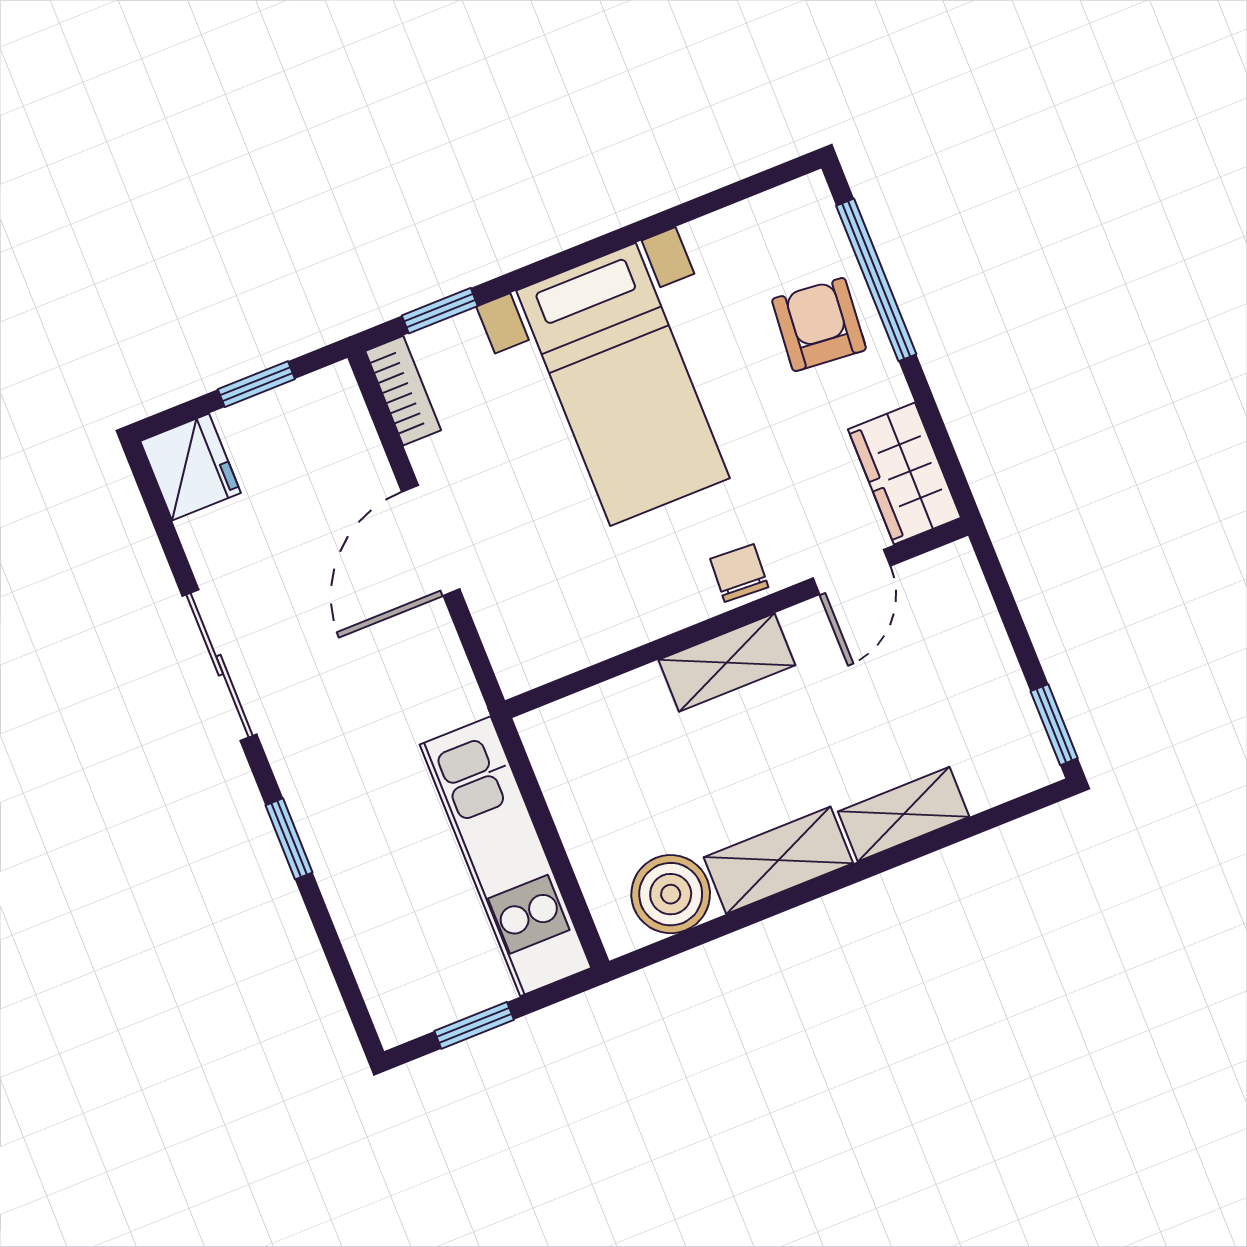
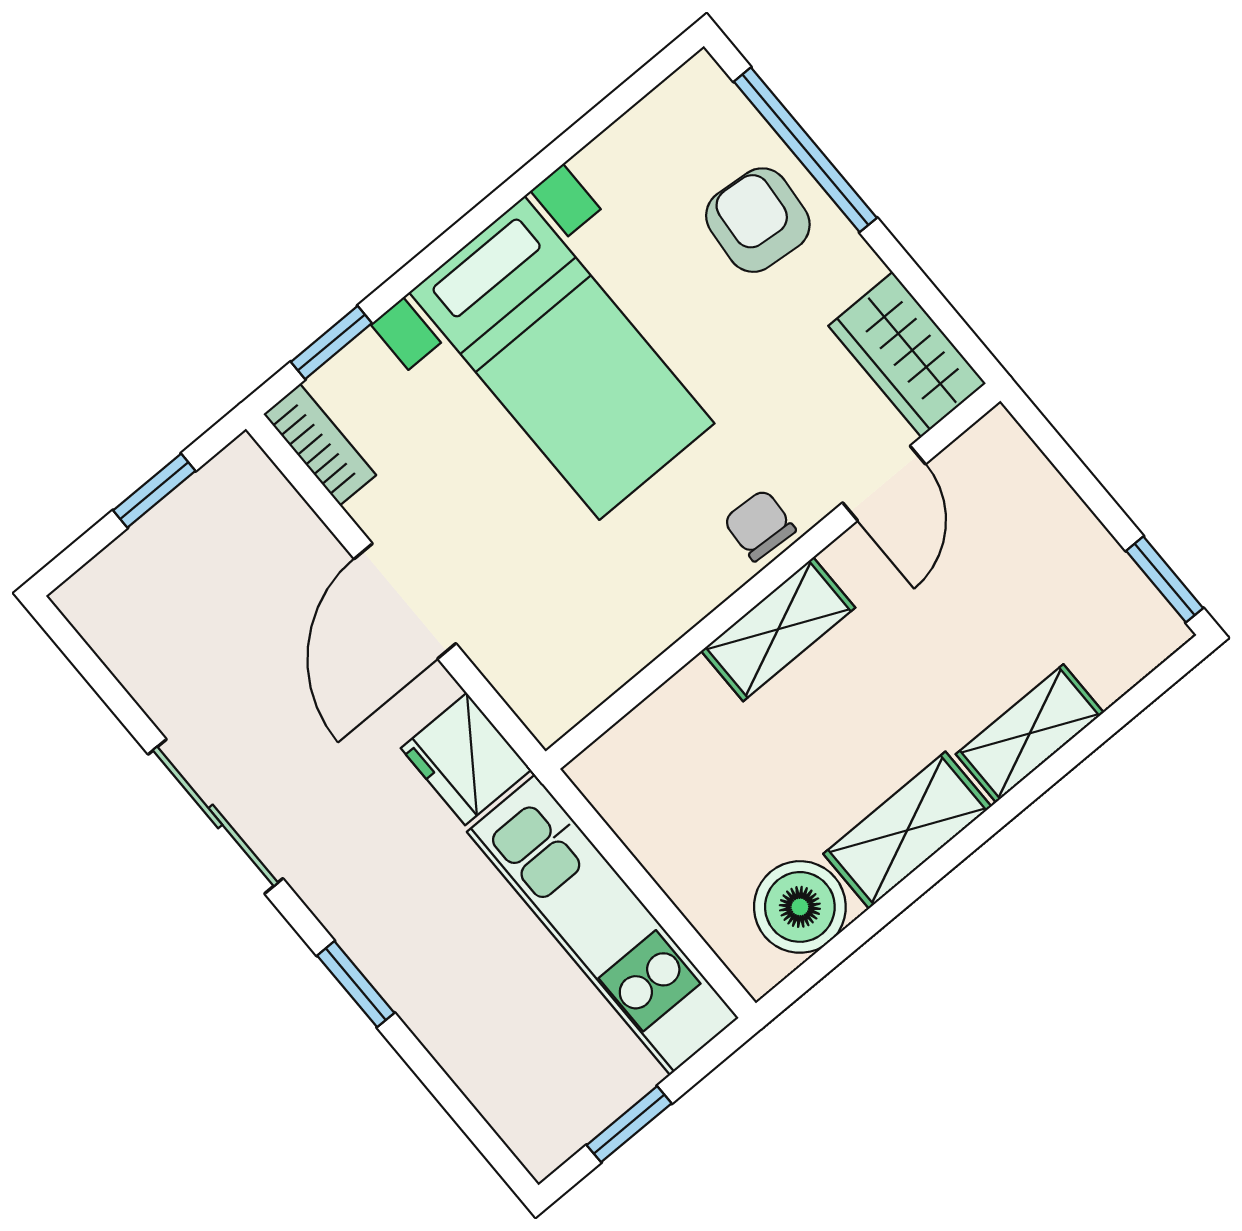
fridge: (190, 467) -> (466, 759), moved, turned 180

